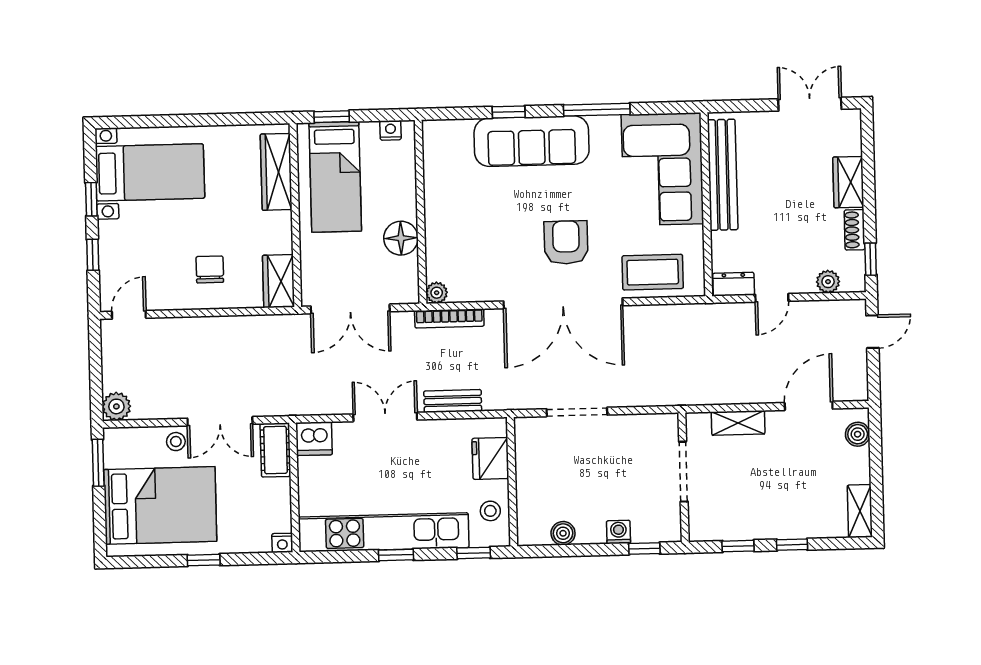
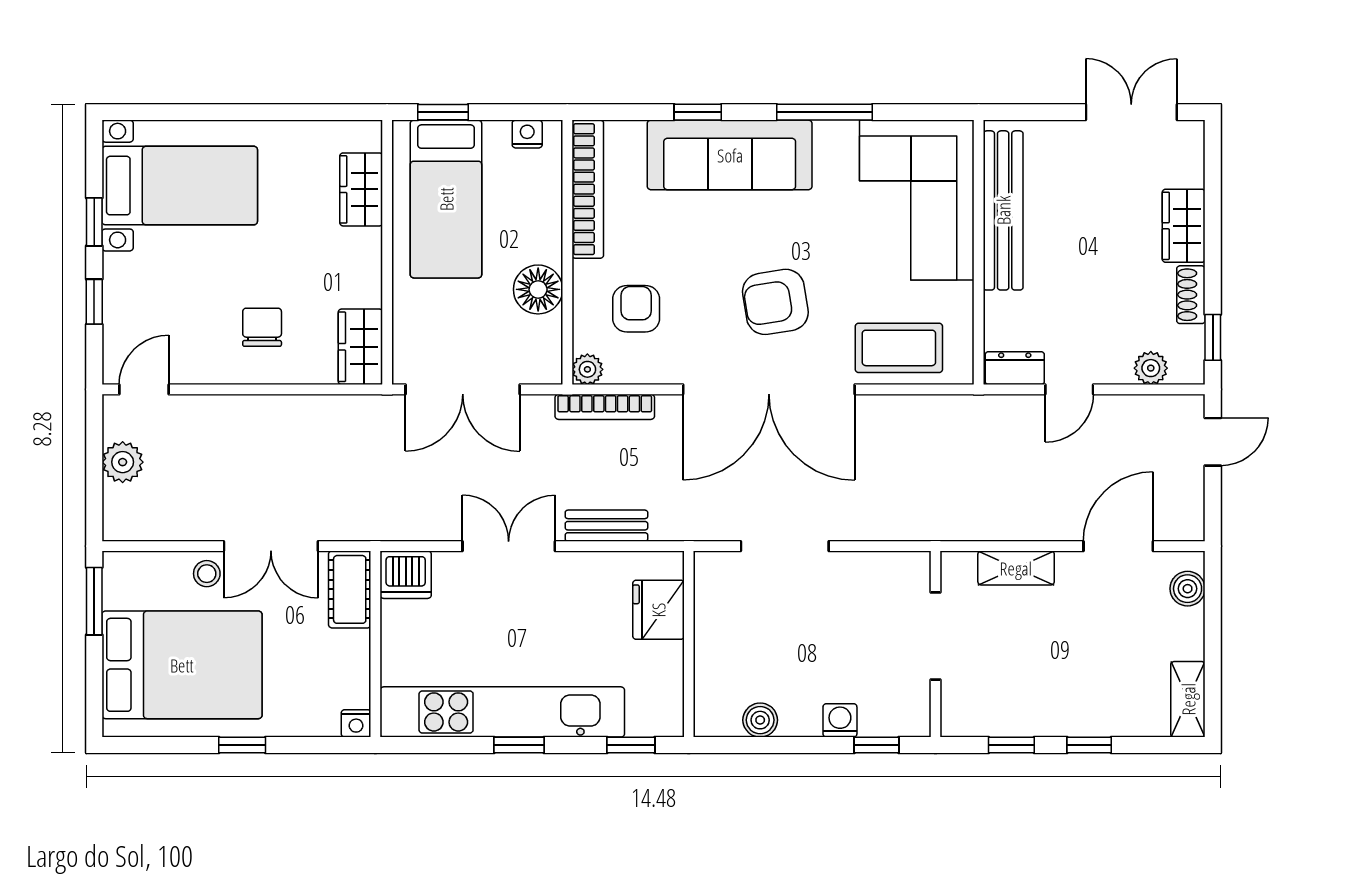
bookcase: (434, 168) -> (588, 189), added
wardrobe: (276, 172) -> (361, 189), width x0.67
armchair: (566, 242) -> (775, 302), turned -99
armchair: (469, 250) -> (636, 309), added
plant: (116, 406) -> (123, 462), moved
stool: (490, 511) -> (656, 685), removed

